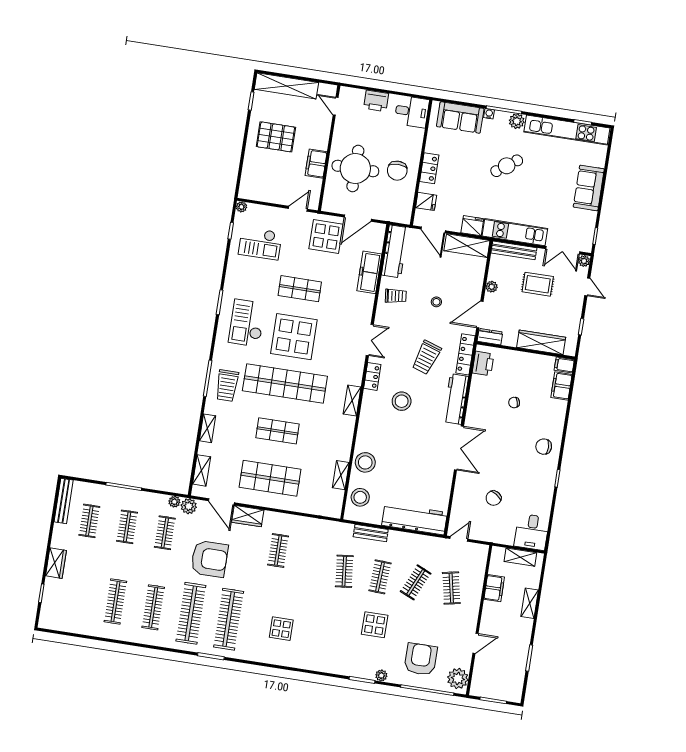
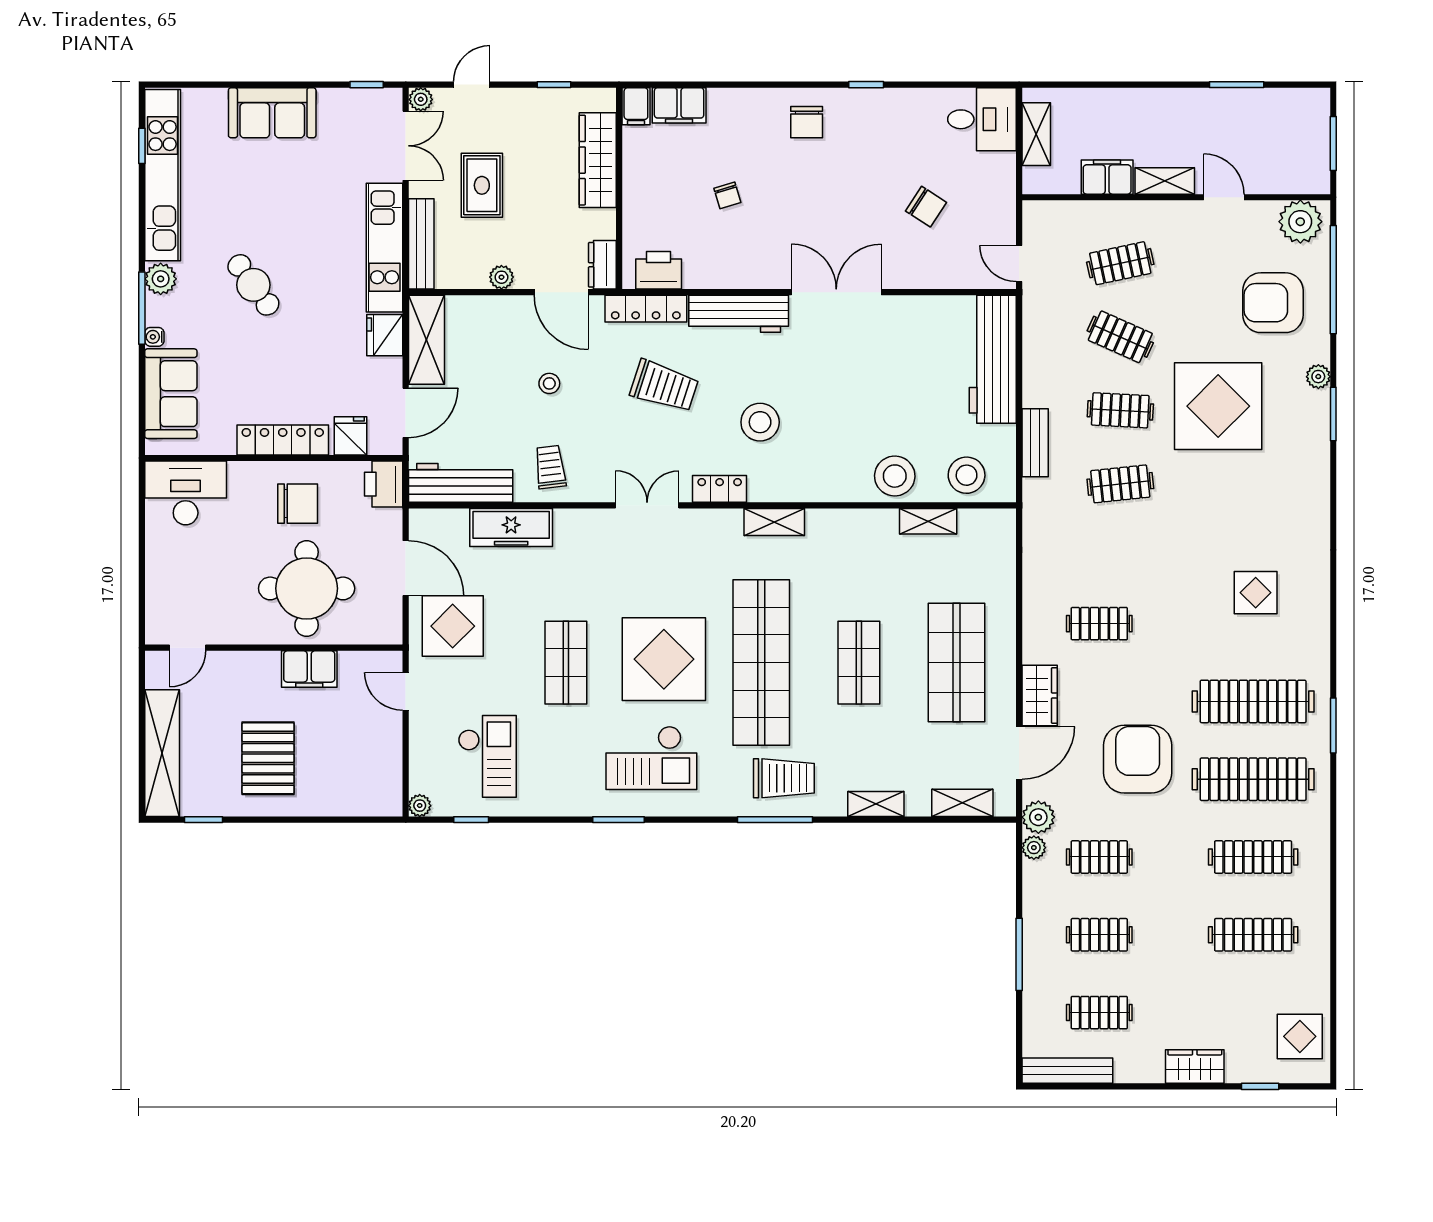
printer: (376, 101) -> (384, 484), moved, turned 180
desk: (412, 112) -> (186, 493), width x1.37
locker: (429, 168) -> (283, 440), width x1.53
shelving: (530, 603) -> (1165, 181), moved
display table: (63, 616) -> (1300, 1036), added
display table: (375, 625) -> (1218, 406), width x1.86, depth x1.86

